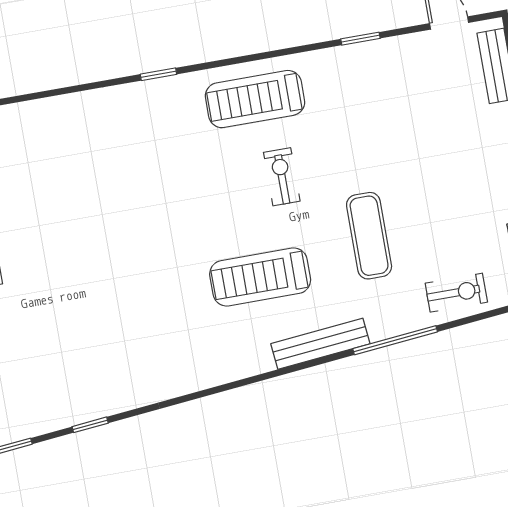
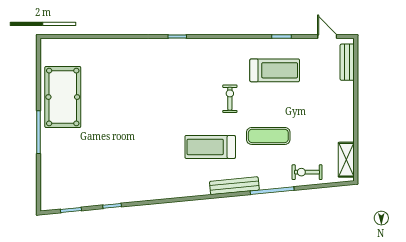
treadmill: (255, 99) -> (275, 70), moved, turned 180
exercise mat: (369, 236) -> (268, 136), turned 90
exercise bike: (456, 293) -> (307, 172), turned 180

